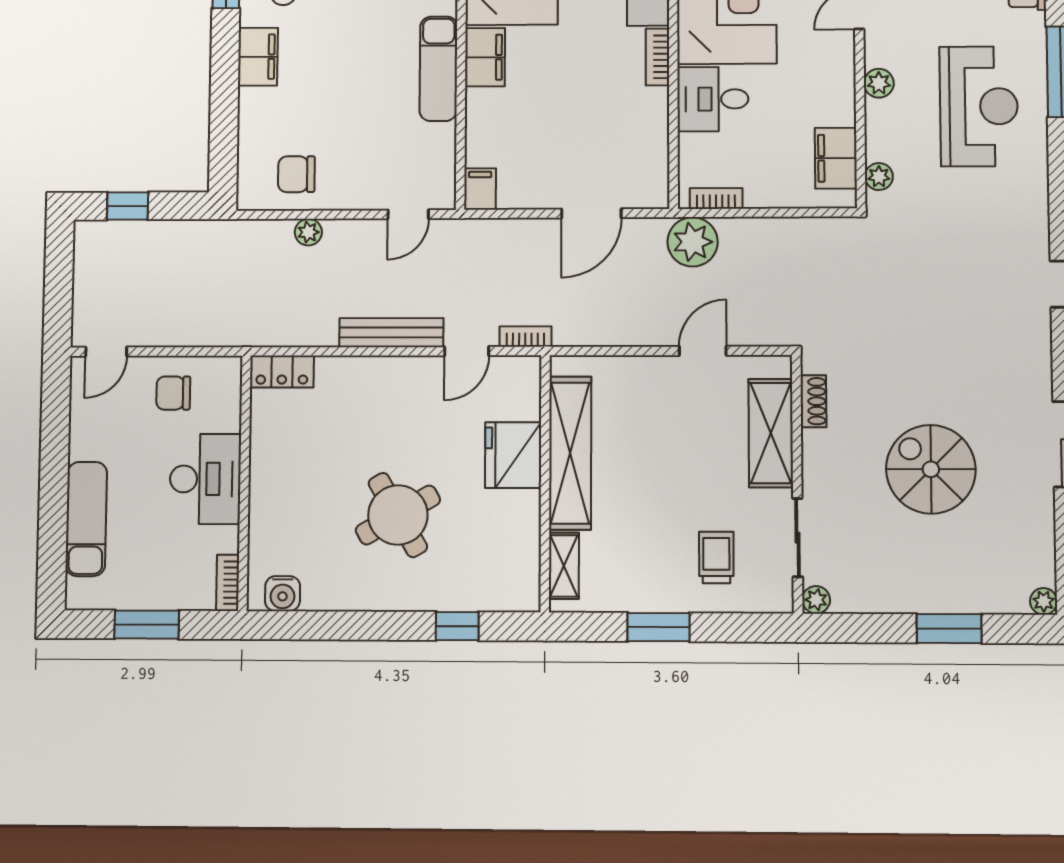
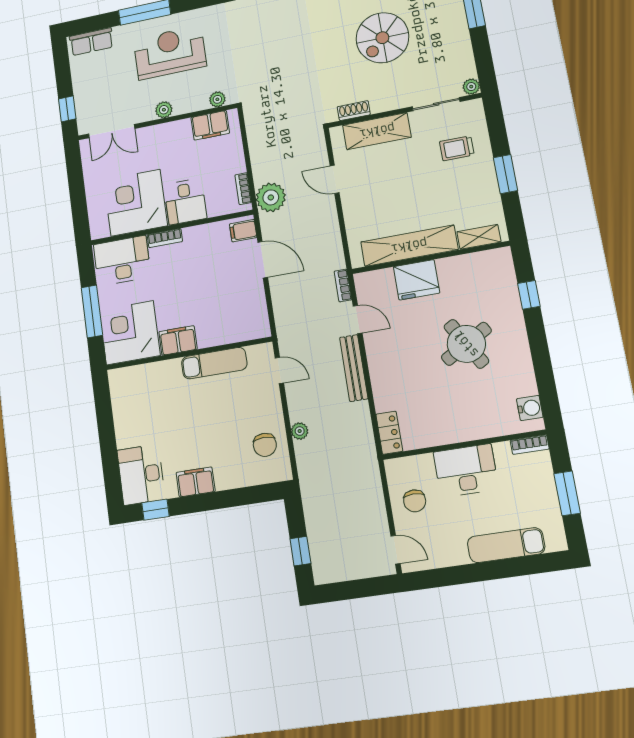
exam couch: (438, 69) -> (214, 363), moved
filing cabinet: (480, 189) -> (243, 231), moved

